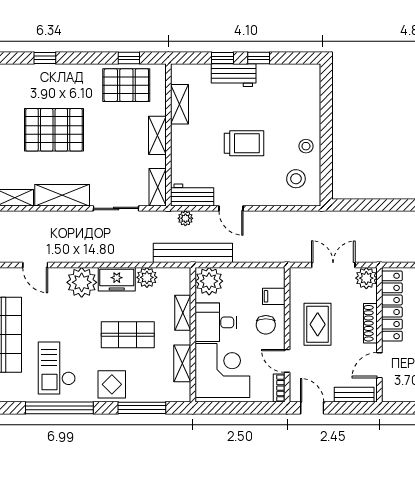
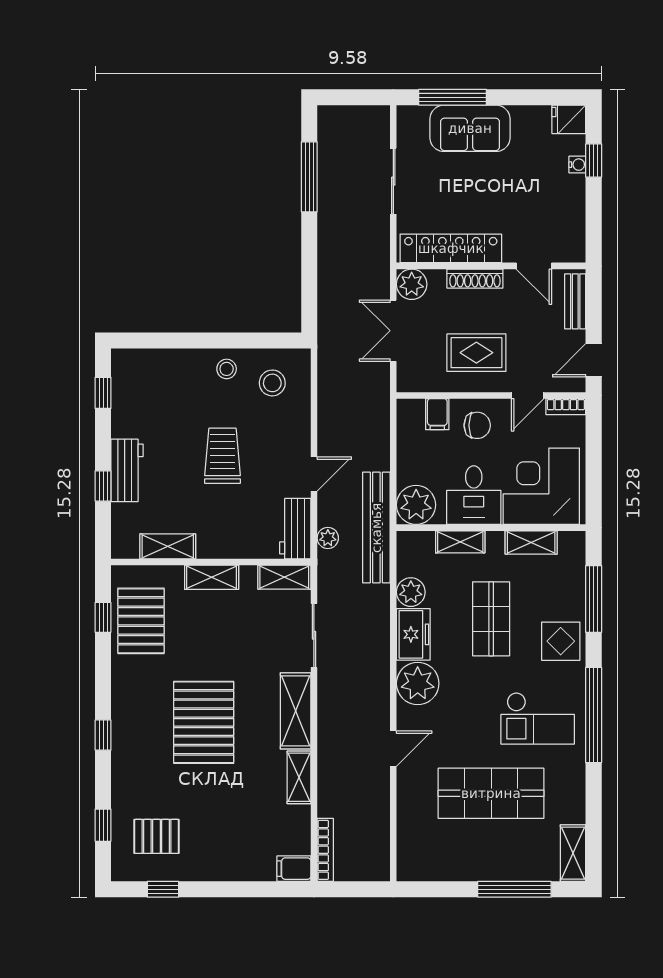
window: (259, 58) -> (103, 393), moved

